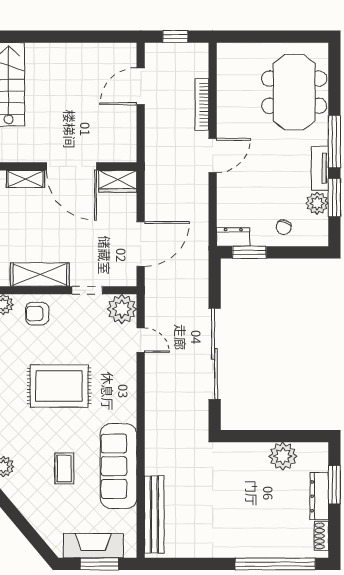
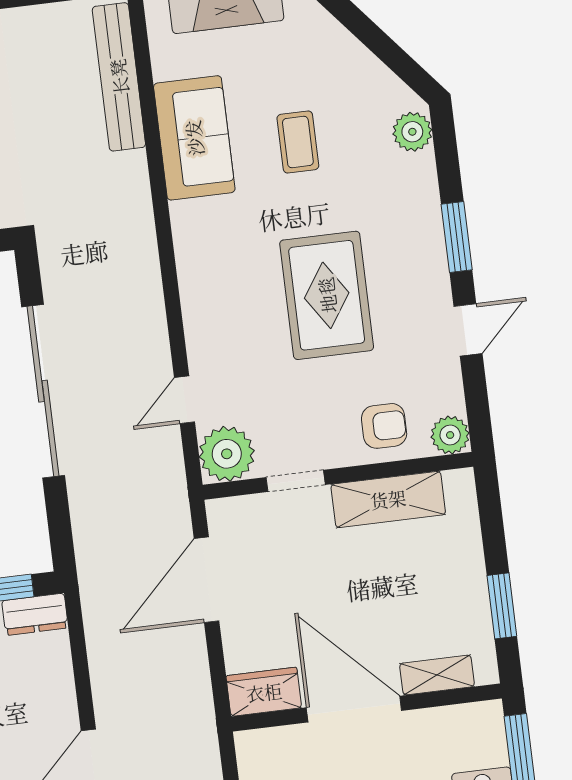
door: (141, 340) -> (184, 400), hinge flipped
rug: (59, 386) -> (327, 295), turned 90
sofa: (119, 466) -> (194, 138), width x0.73

